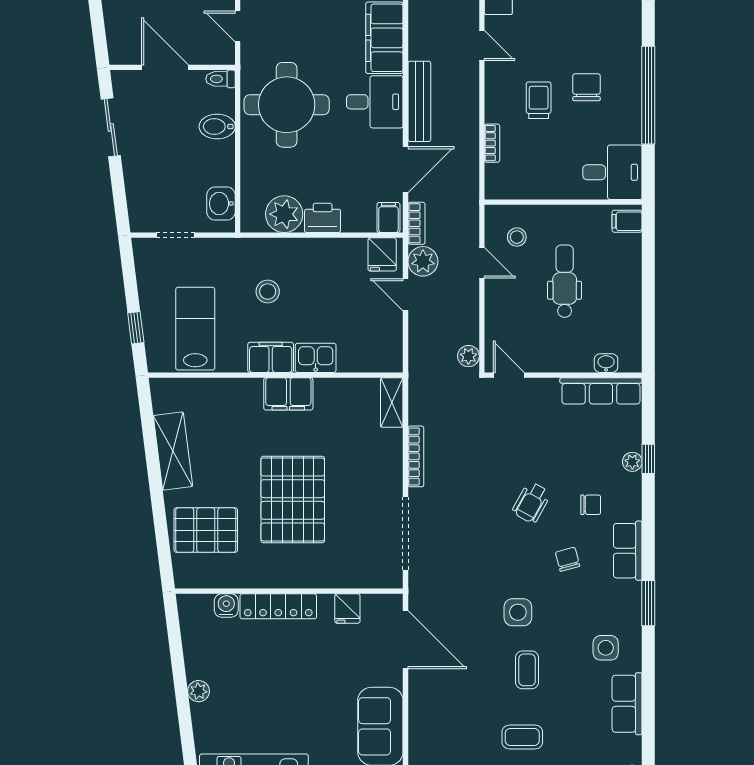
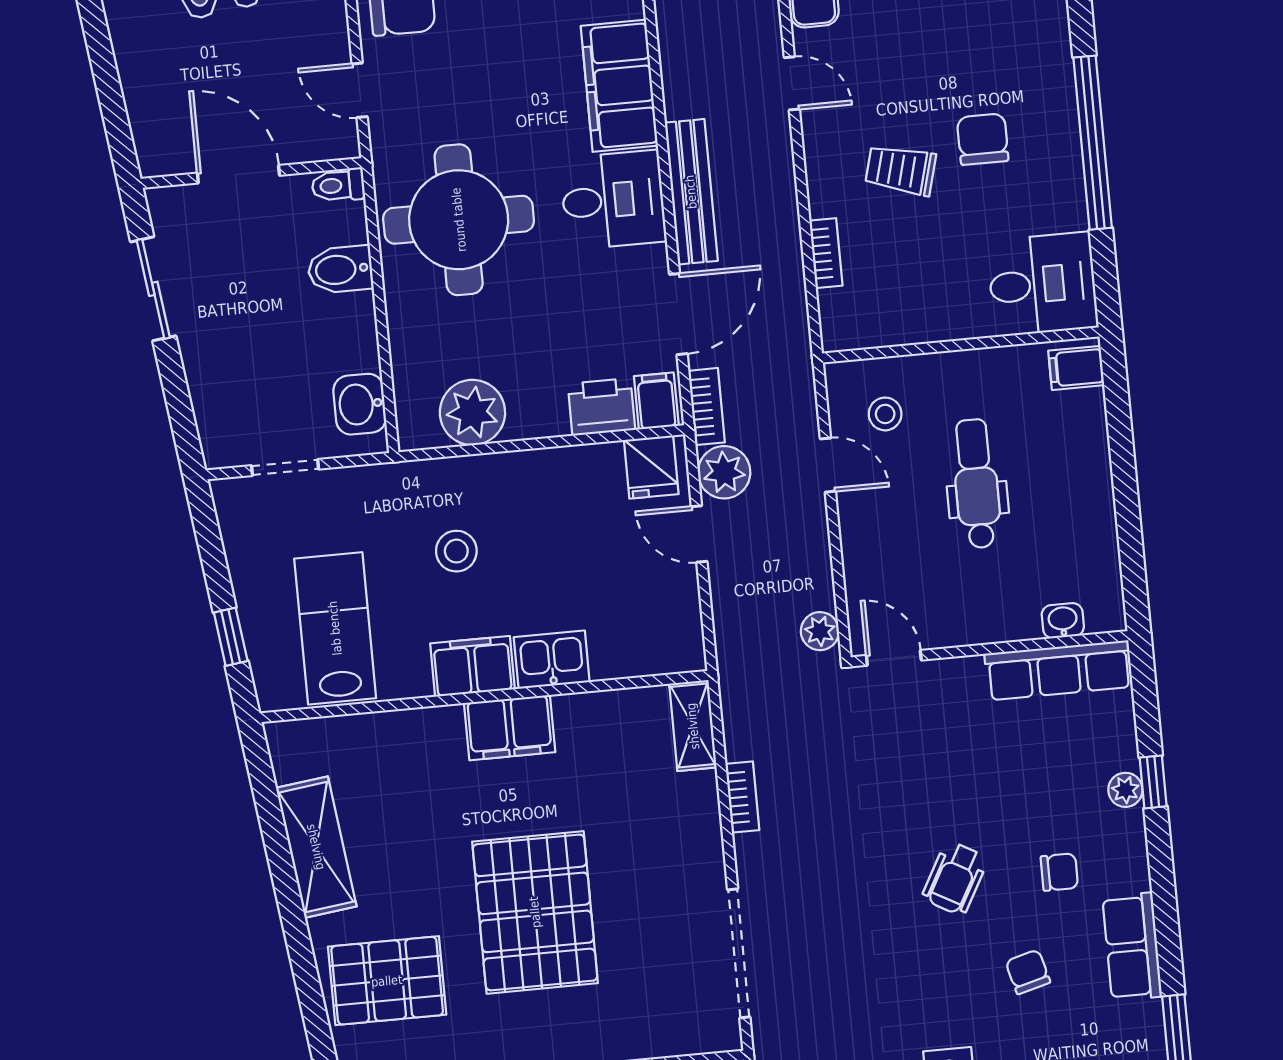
trolley: (539, 100) -> (901, 170), turned -75
printer: (323, 218) -> (601, 407), moved
bookcase: (416, 456) -> (742, 797), width x0.64

